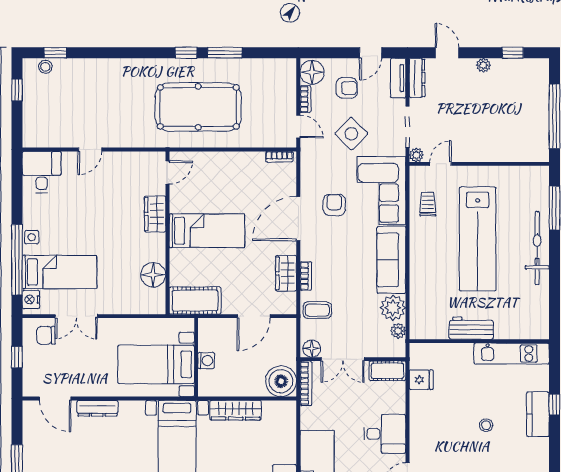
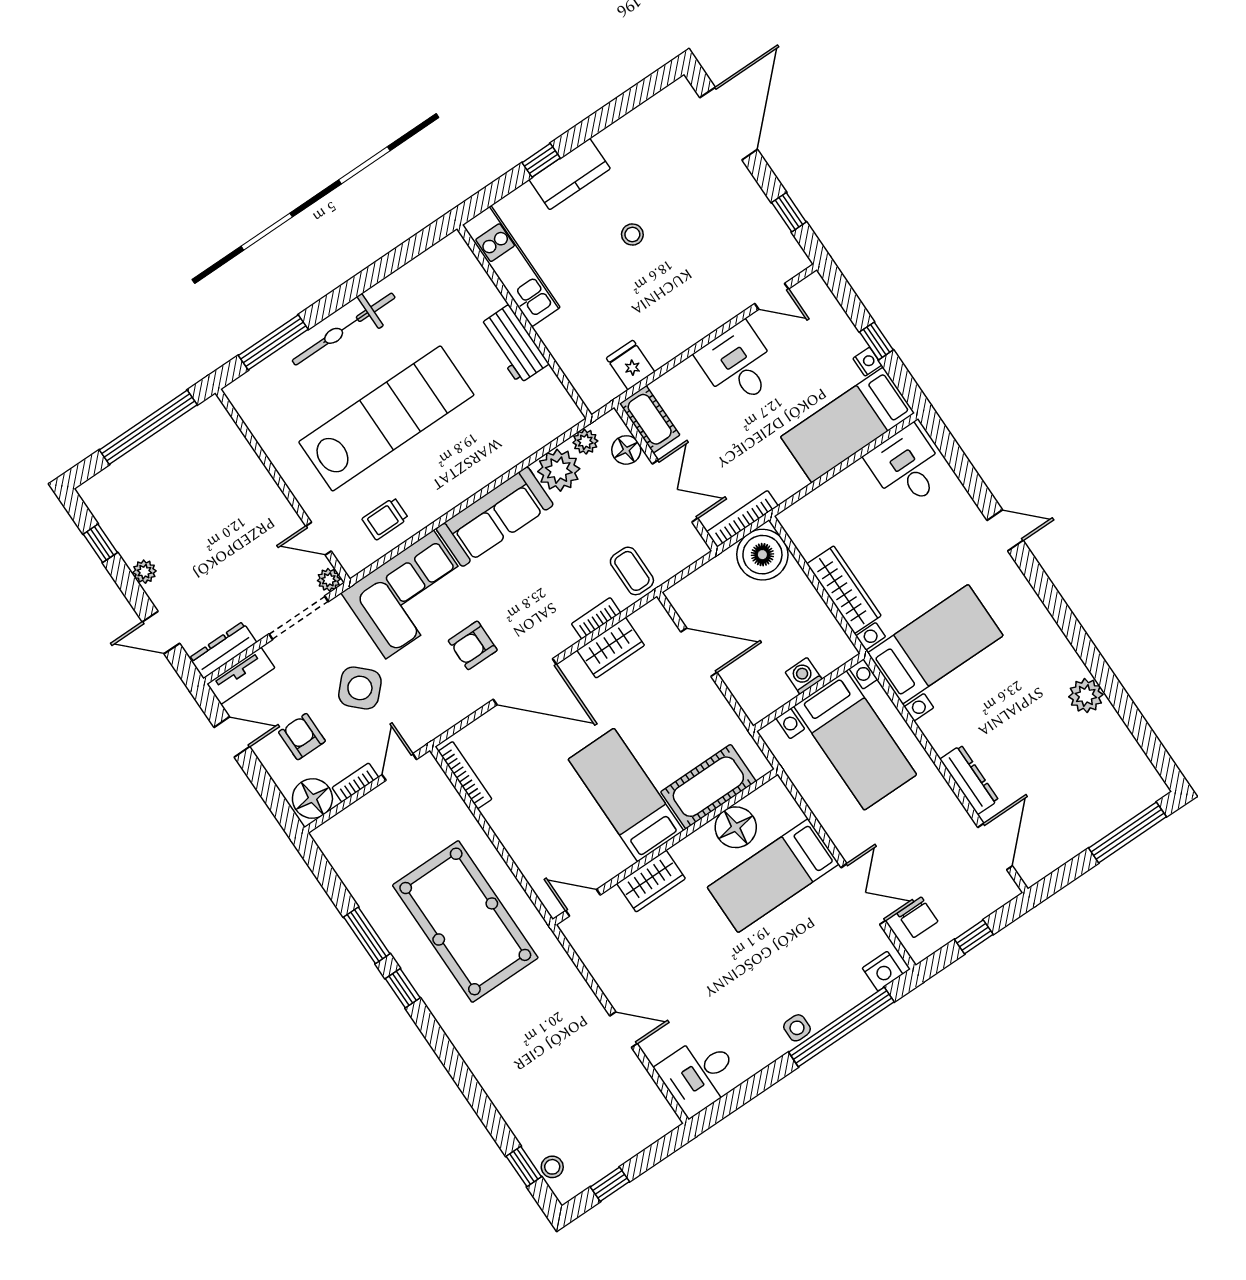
door: (447, 53) -> (161, 633), hinge flipped
bookcase: (279, 157) -> (465, 775), width x1.56
bed: (60, 272) -> (773, 876), moved, turned -90
cot: (195, 301) -> (708, 787), moved, turned 90
floor lamp: (312, 349) -> (626, 450), moved

